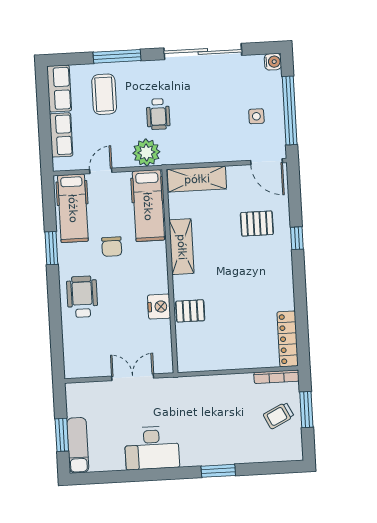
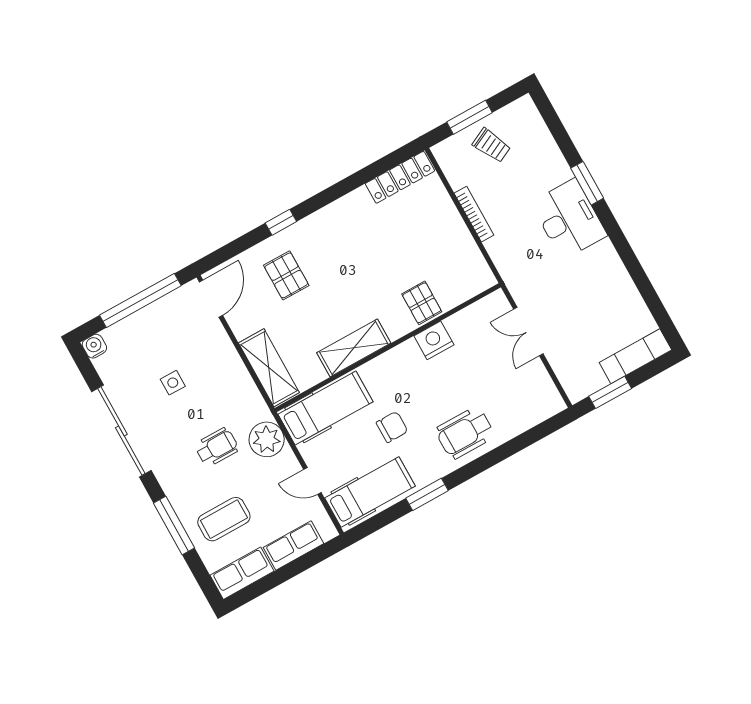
side table: (256, 116) -> (173, 383), moved
bookcase: (276, 377) -> (474, 214), moved
window: (62, 435) -> (610, 392), moved
desk: (152, 448) -> (569, 219), moved

